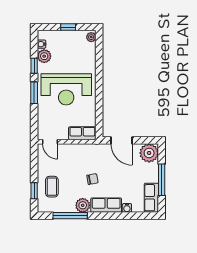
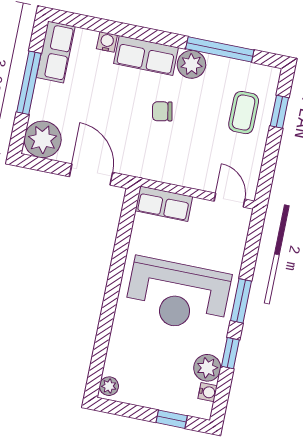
window: (68, 27) -> (172, 419), moved
reception desk: (66, 89) -> (178, 295), turned 180

